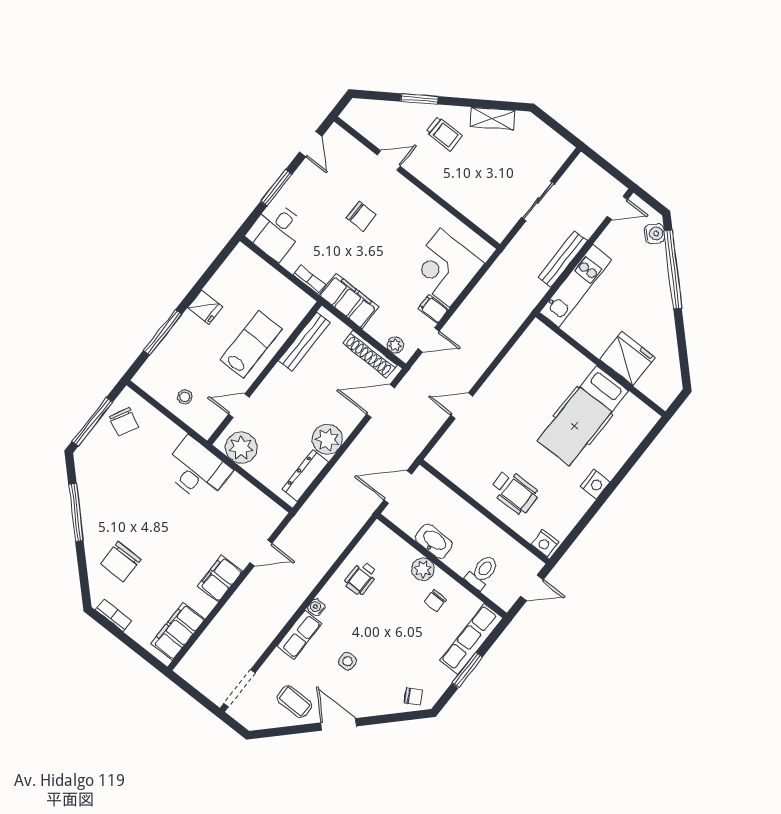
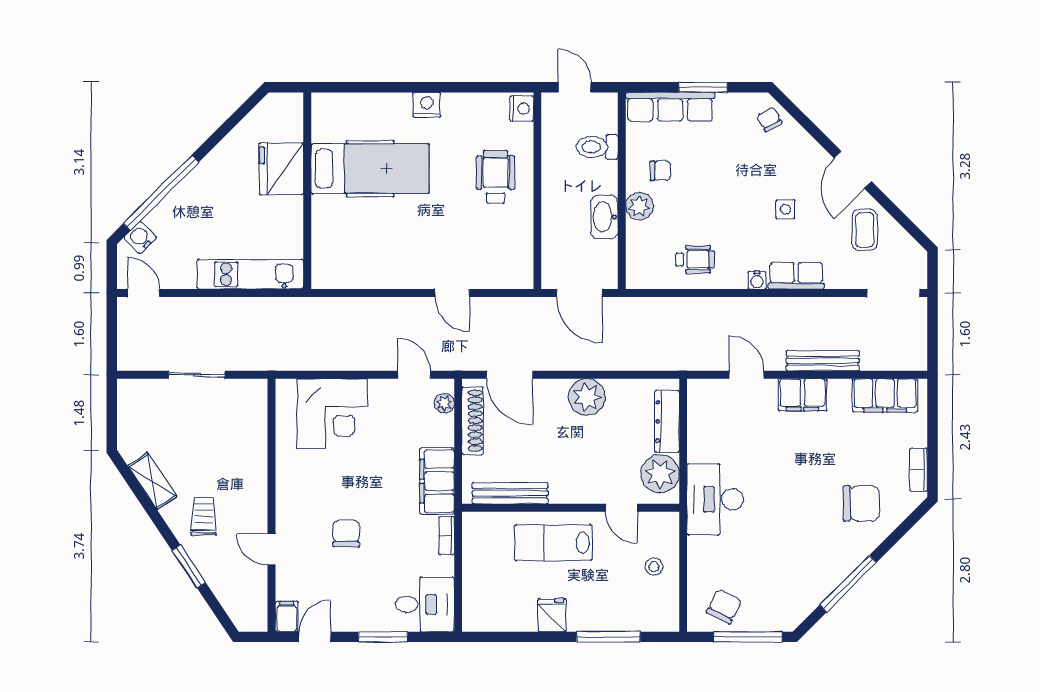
bench: (563, 259) -> (823, 361), moved
filing cabinet: (433, 309) -> (287, 617), moved, turned 180
dresser: (305, 476) -> (667, 421), moved, turned 90

